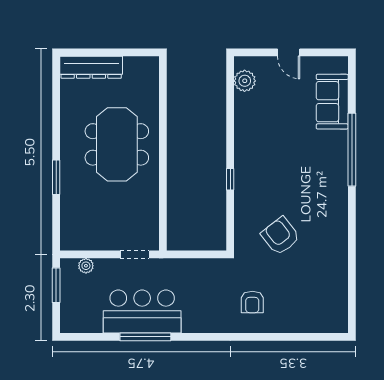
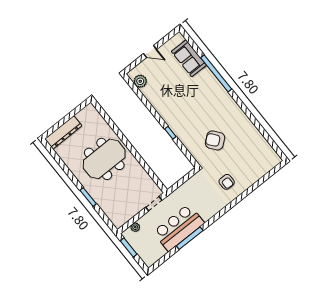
meeting table: (117, 144) -> (104, 159), turned 90

